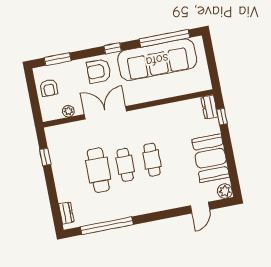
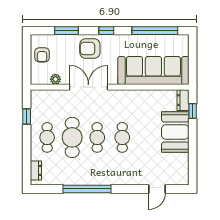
window: (58, 59) -> (66, 31), moved
sofa: (157, 60) -> (153, 71), moved, turned 180
booth: (211, 158) -> (175, 132), moved
cafe table: (71, 175) -> (47, 137), added
plant: (225, 191) -> (182, 179), removed
window: (107, 226) -> (87, 189), moved

